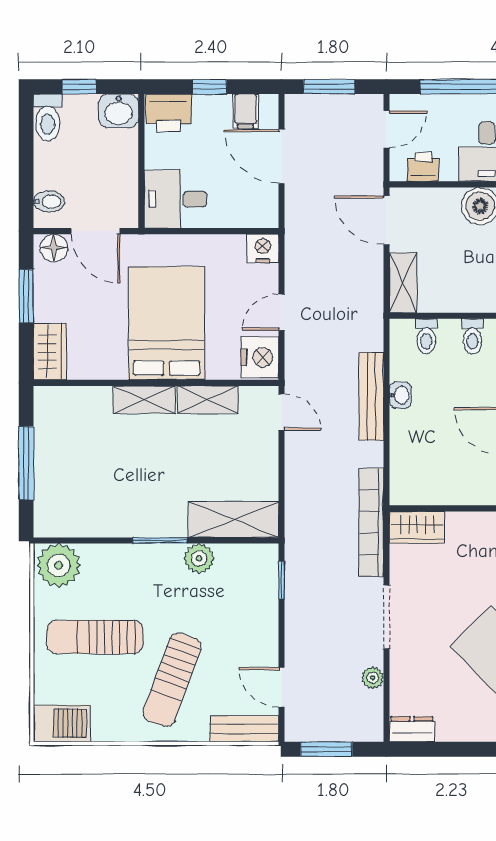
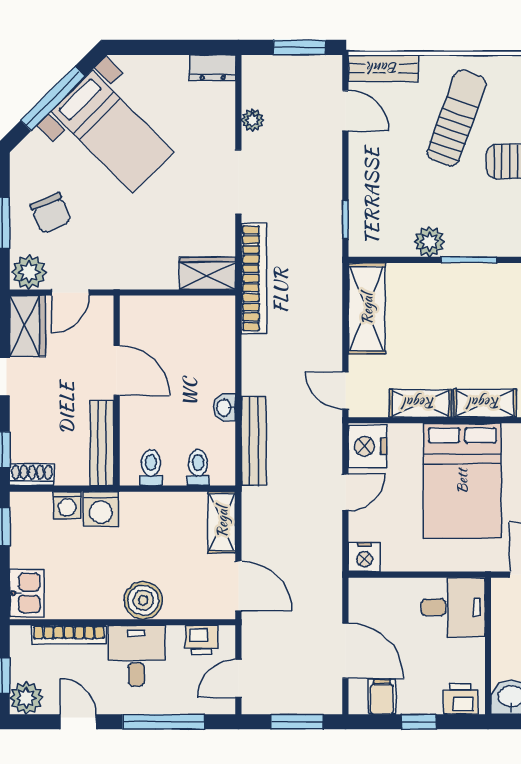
printer: (168, 113) -> (460, 699), width x0.73, depth x0.81
bench: (371, 396) -> (254, 441), moved
shelving: (234, 520) -> (367, 309), moved, turned 90

